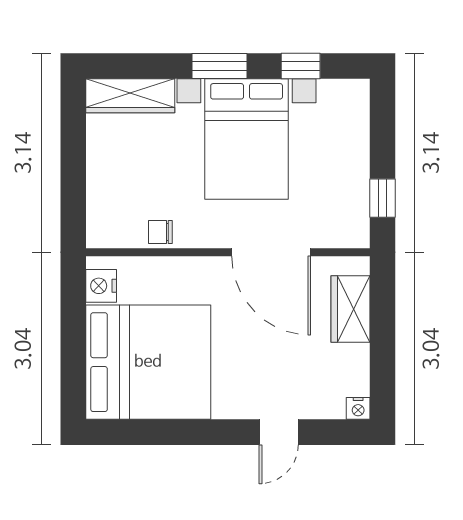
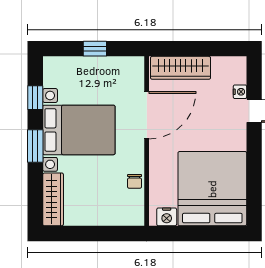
window: (382, 198) -> (95, 49), moved
wardrobe: (350, 309) -> (181, 68), width x1.50
nightstand: (358, 408) -> (240, 92), moved

